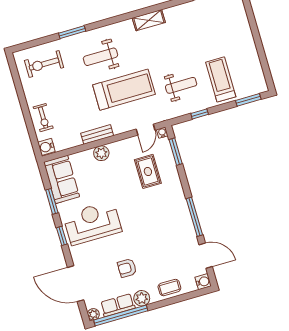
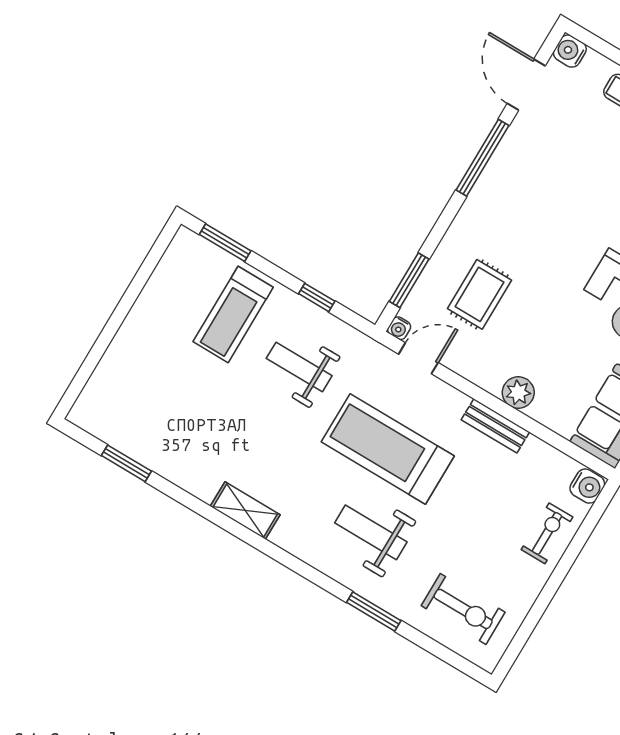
weight bench: (100, 57) -> (371, 532), turned 180

